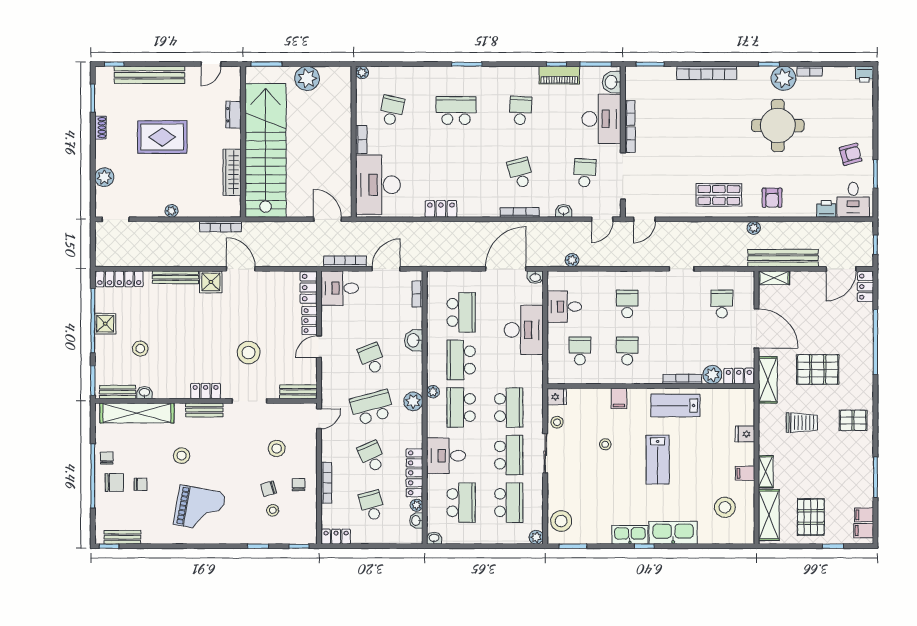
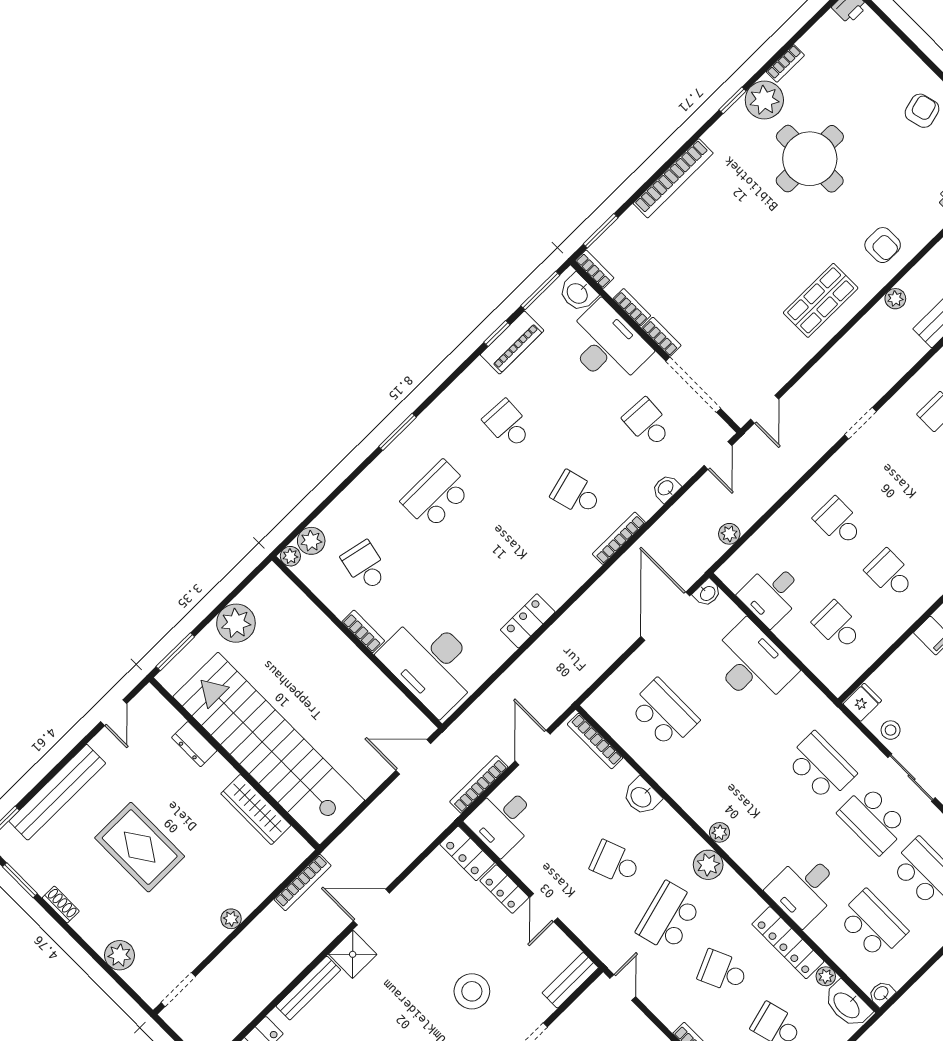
plant: (378, 75) -> (311, 541), added
bookcase: (630, 79) -> (594, 269), added
rug: (162, 137) -> (140, 847), turned 90
bookcase: (417, 294) -> (595, 741), width x1.56
school desk: (461, 360) -> (716, 766), removed
school desk: (461, 408) -> (768, 819), removed
school desk: (509, 455) -> (873, 820), turned 180
washbasin: (416, 521) -> (847, 1005), width x1.91, depth x1.45

